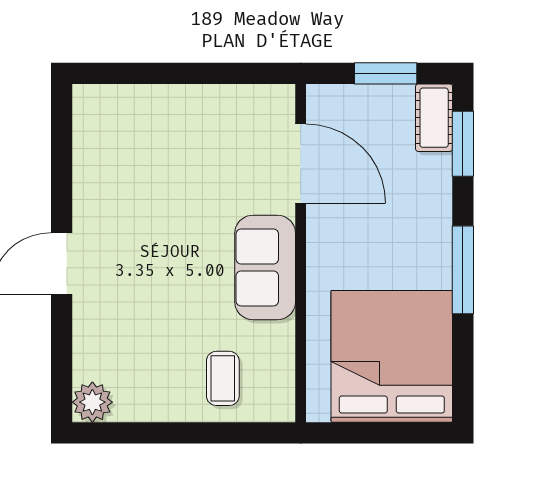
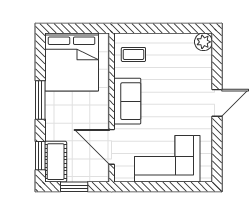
cot: (434, 118) -> (56, 162), width x1.37, depth x1.34
corner sofa: (174, 137) -> (167, 159), added
coffee table: (223, 378) -> (133, 54), moved, turned 90

